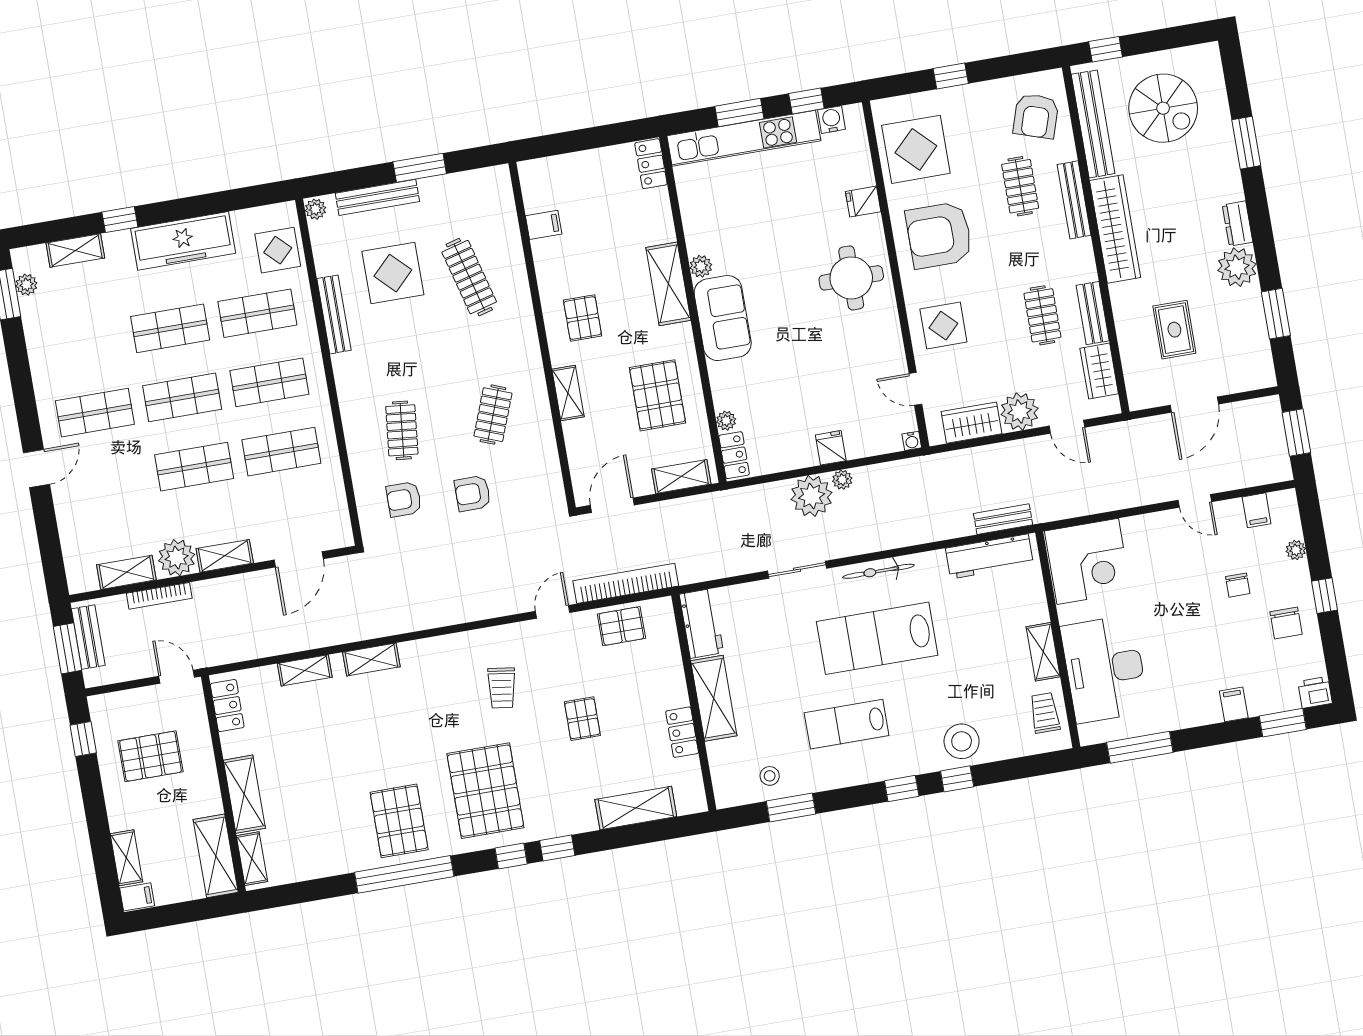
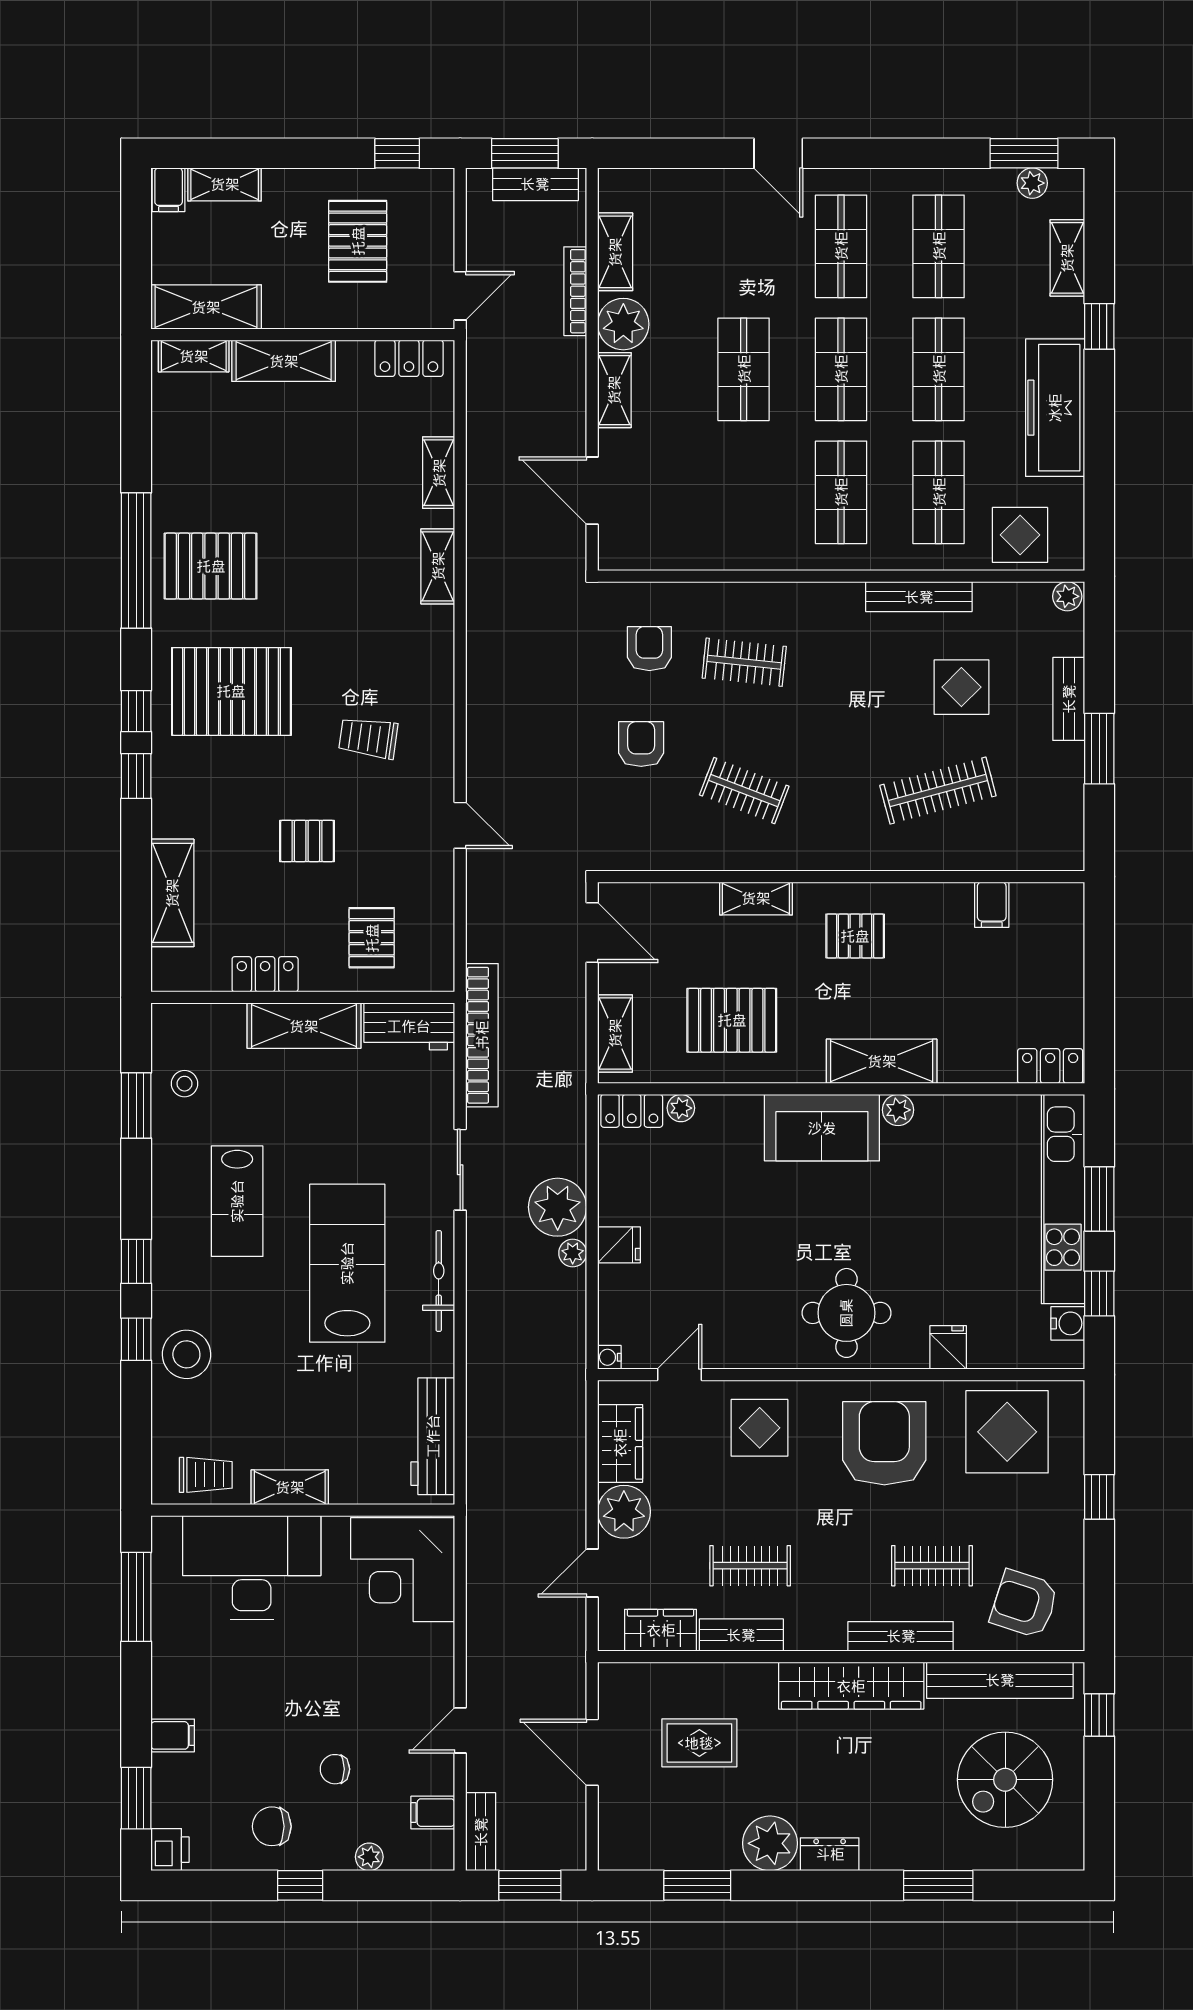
bench: (377, 197) -> (1069, 699), width x0.73
display table: (393, 273) -> (961, 687), width x0.73, depth x0.73
shop shelf: (281, 452) -> (939, 246), moved
bench: (1003, 519) -> (481, 1832), moved
bookcase: (626, 583) -> (482, 1035), moved
pallet: (621, 626) -> (372, 938), moved
lab bench: (847, 724) -> (237, 1201), turned 180

